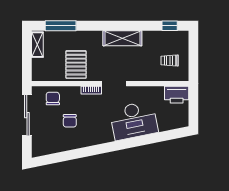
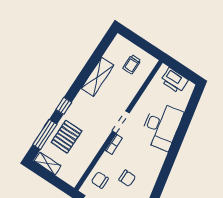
window: (170, 26) -> (64, 106), moved
shelving: (122, 38) -> (98, 77), moved
pallet: (76, 65) -> (67, 137), moved, turned 90
printer: (177, 95) -> (174, 80), moved, turned 90

